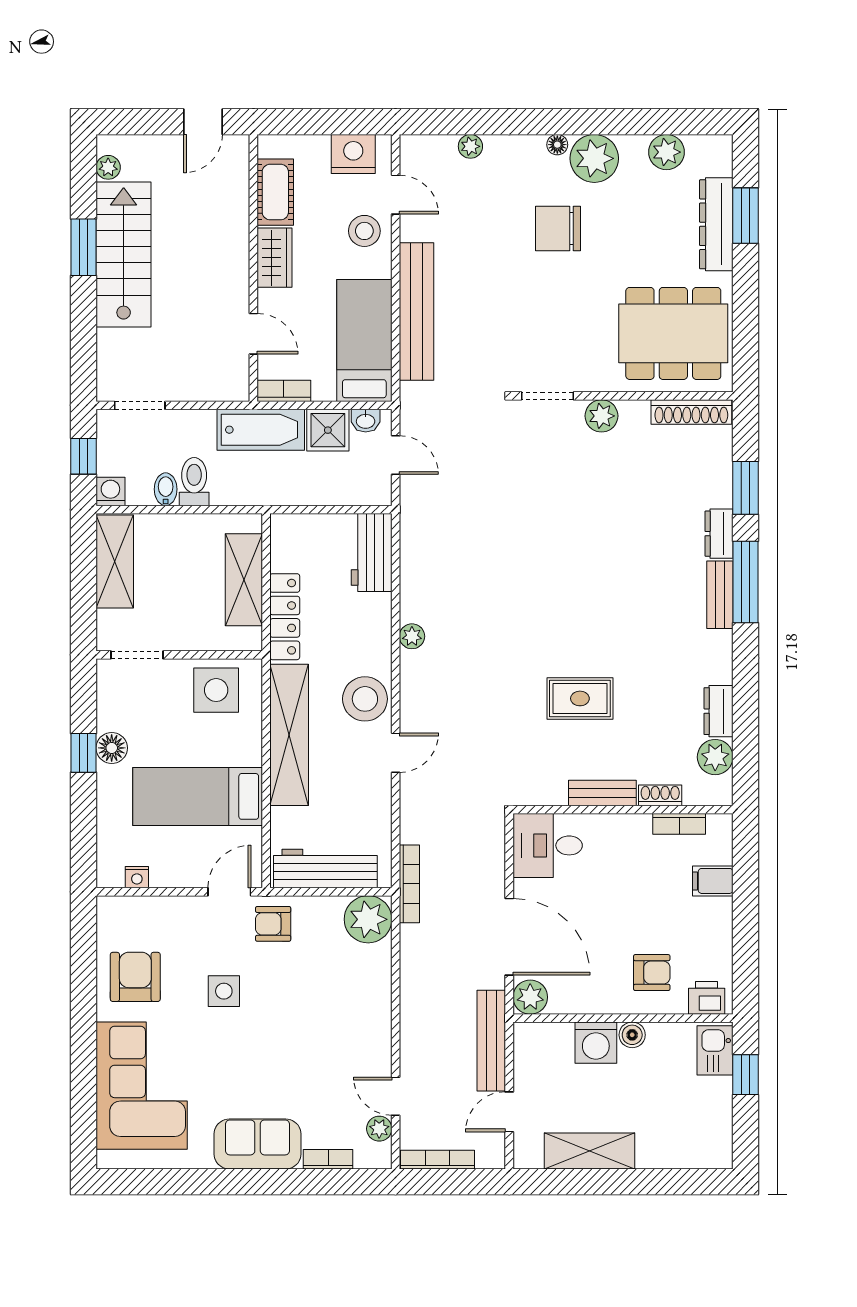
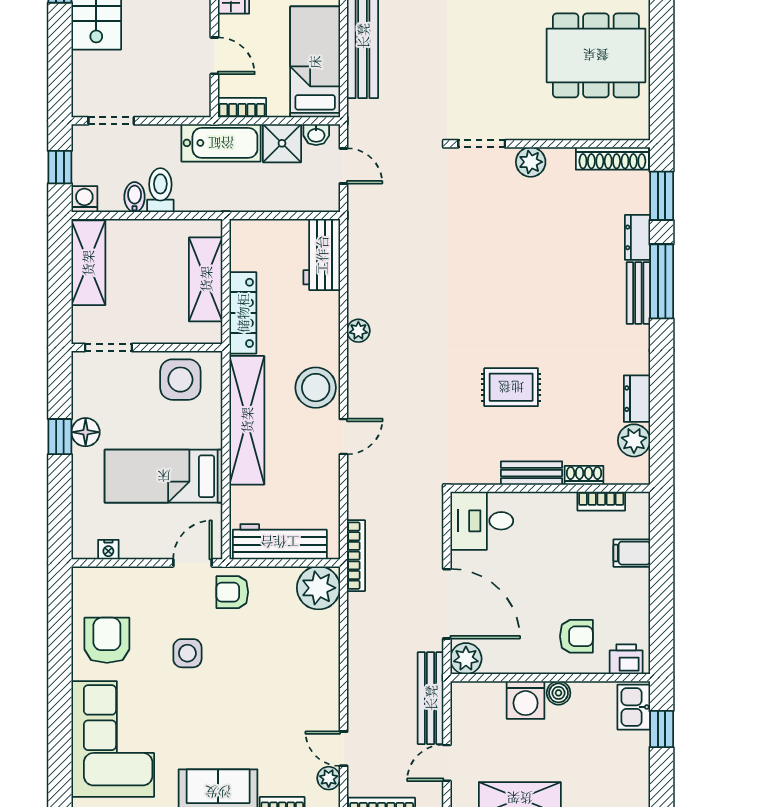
doorway: (548, 396) -> (482, 144), moved
wall: (623, 396) -> (550, 144), moved
shoe rack: (691, 412) -> (612, 158), moved
plant: (601, 416) -> (531, 162), moved

